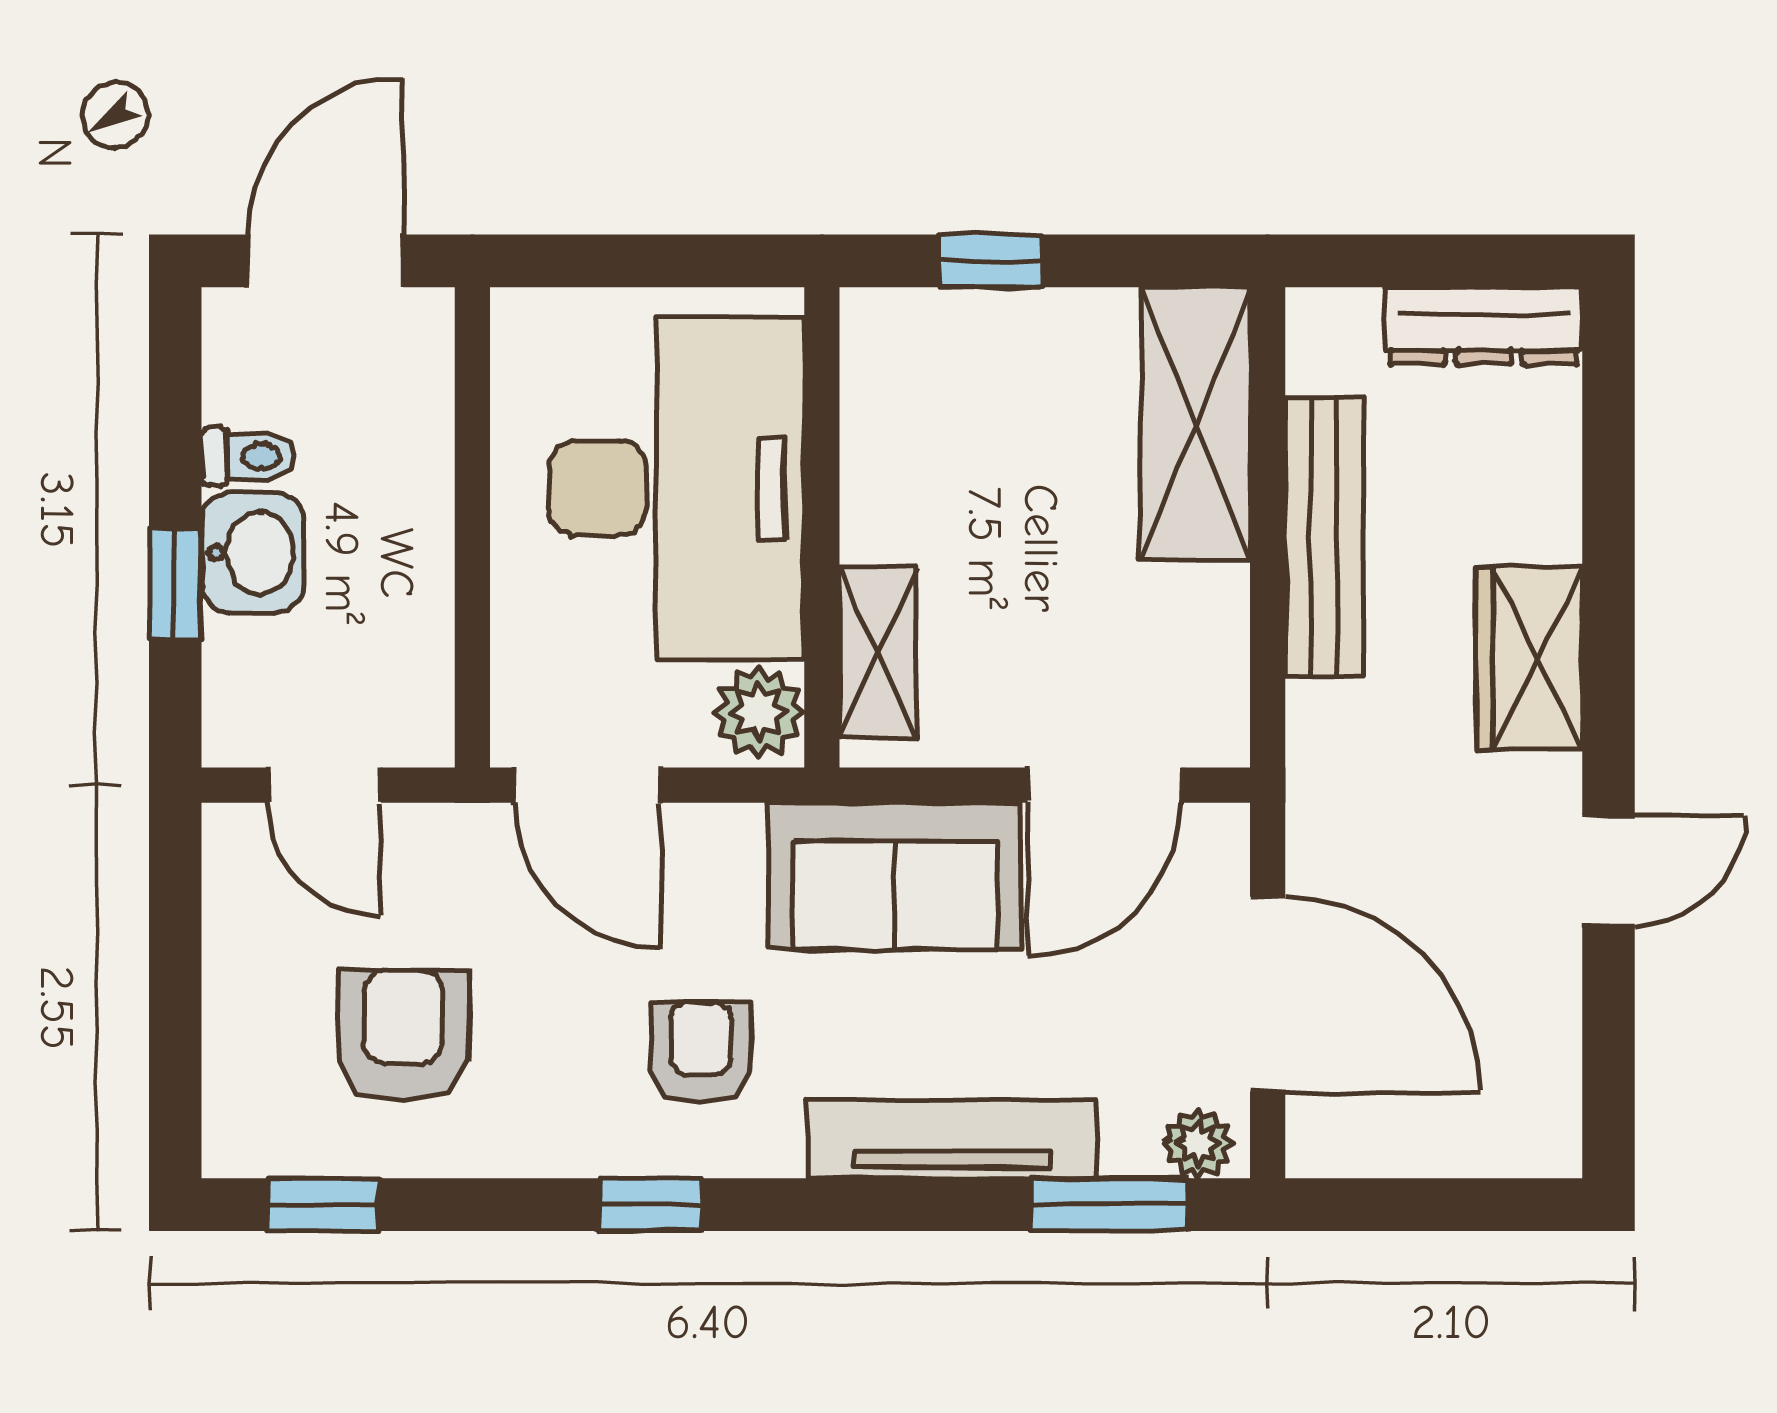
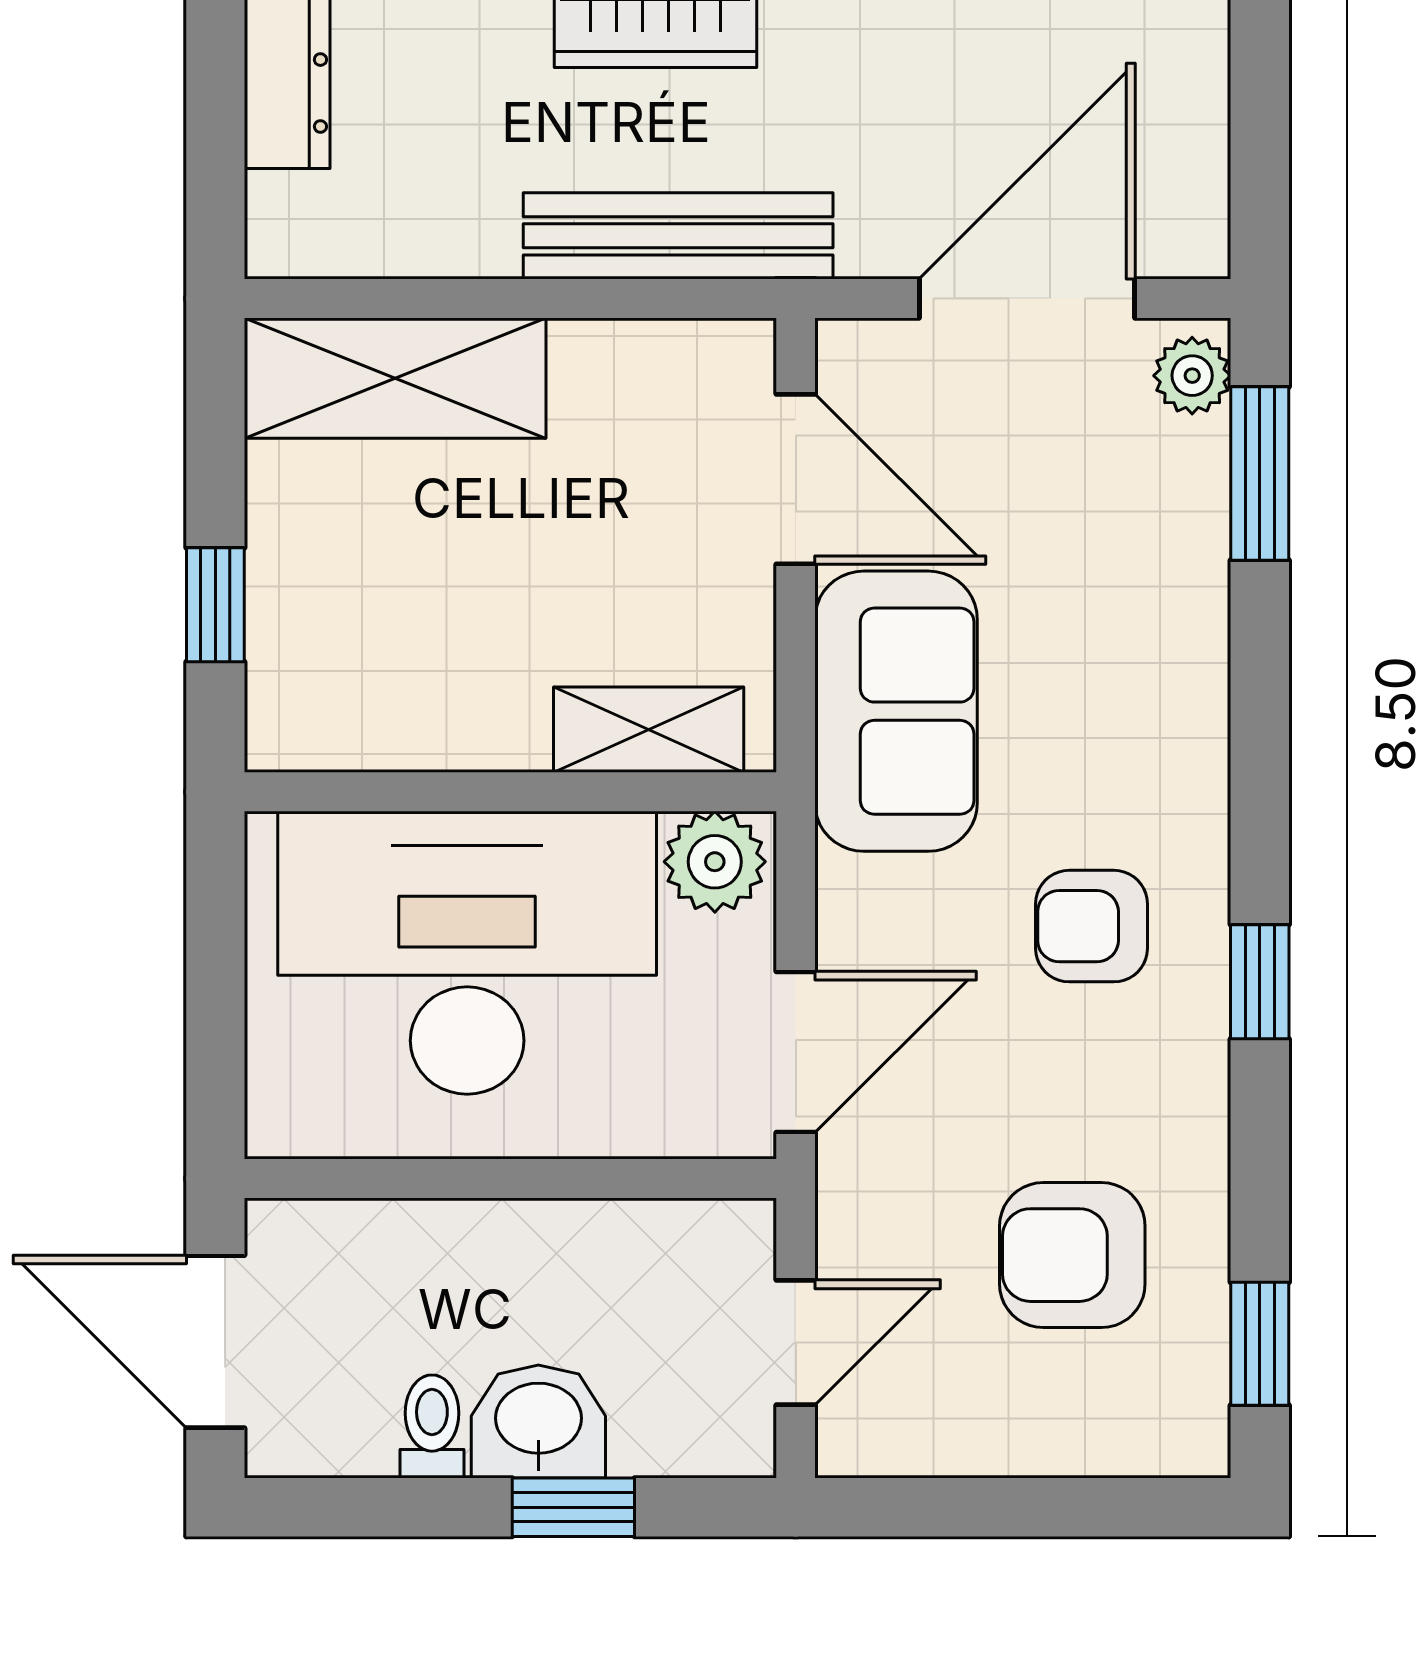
bench: (1324, 537) -> (678, 236), moved
tv unit: (952, 1139) -> (1187, 647), removed

